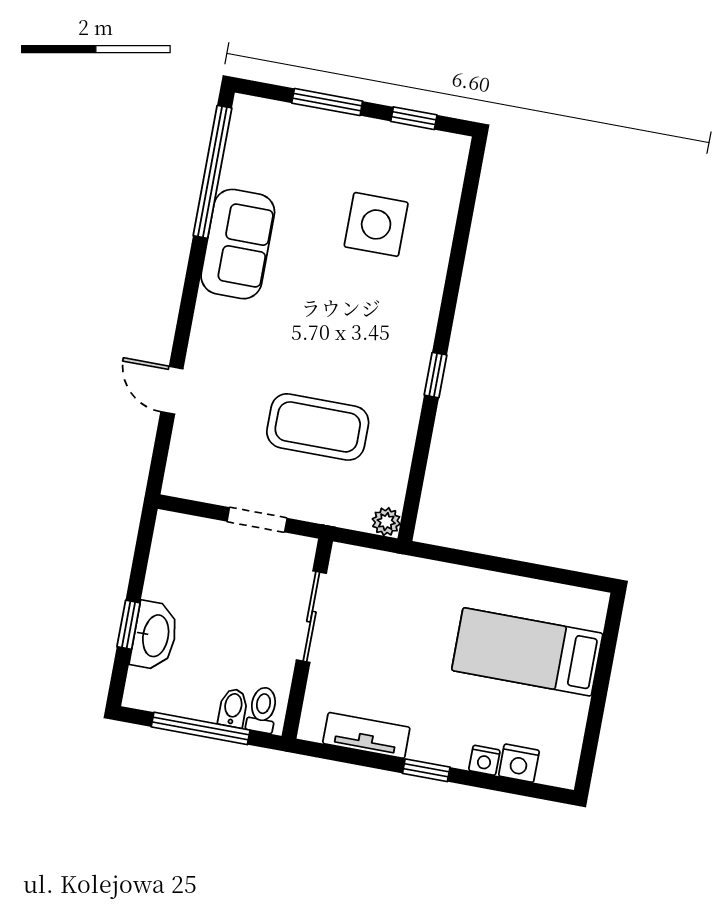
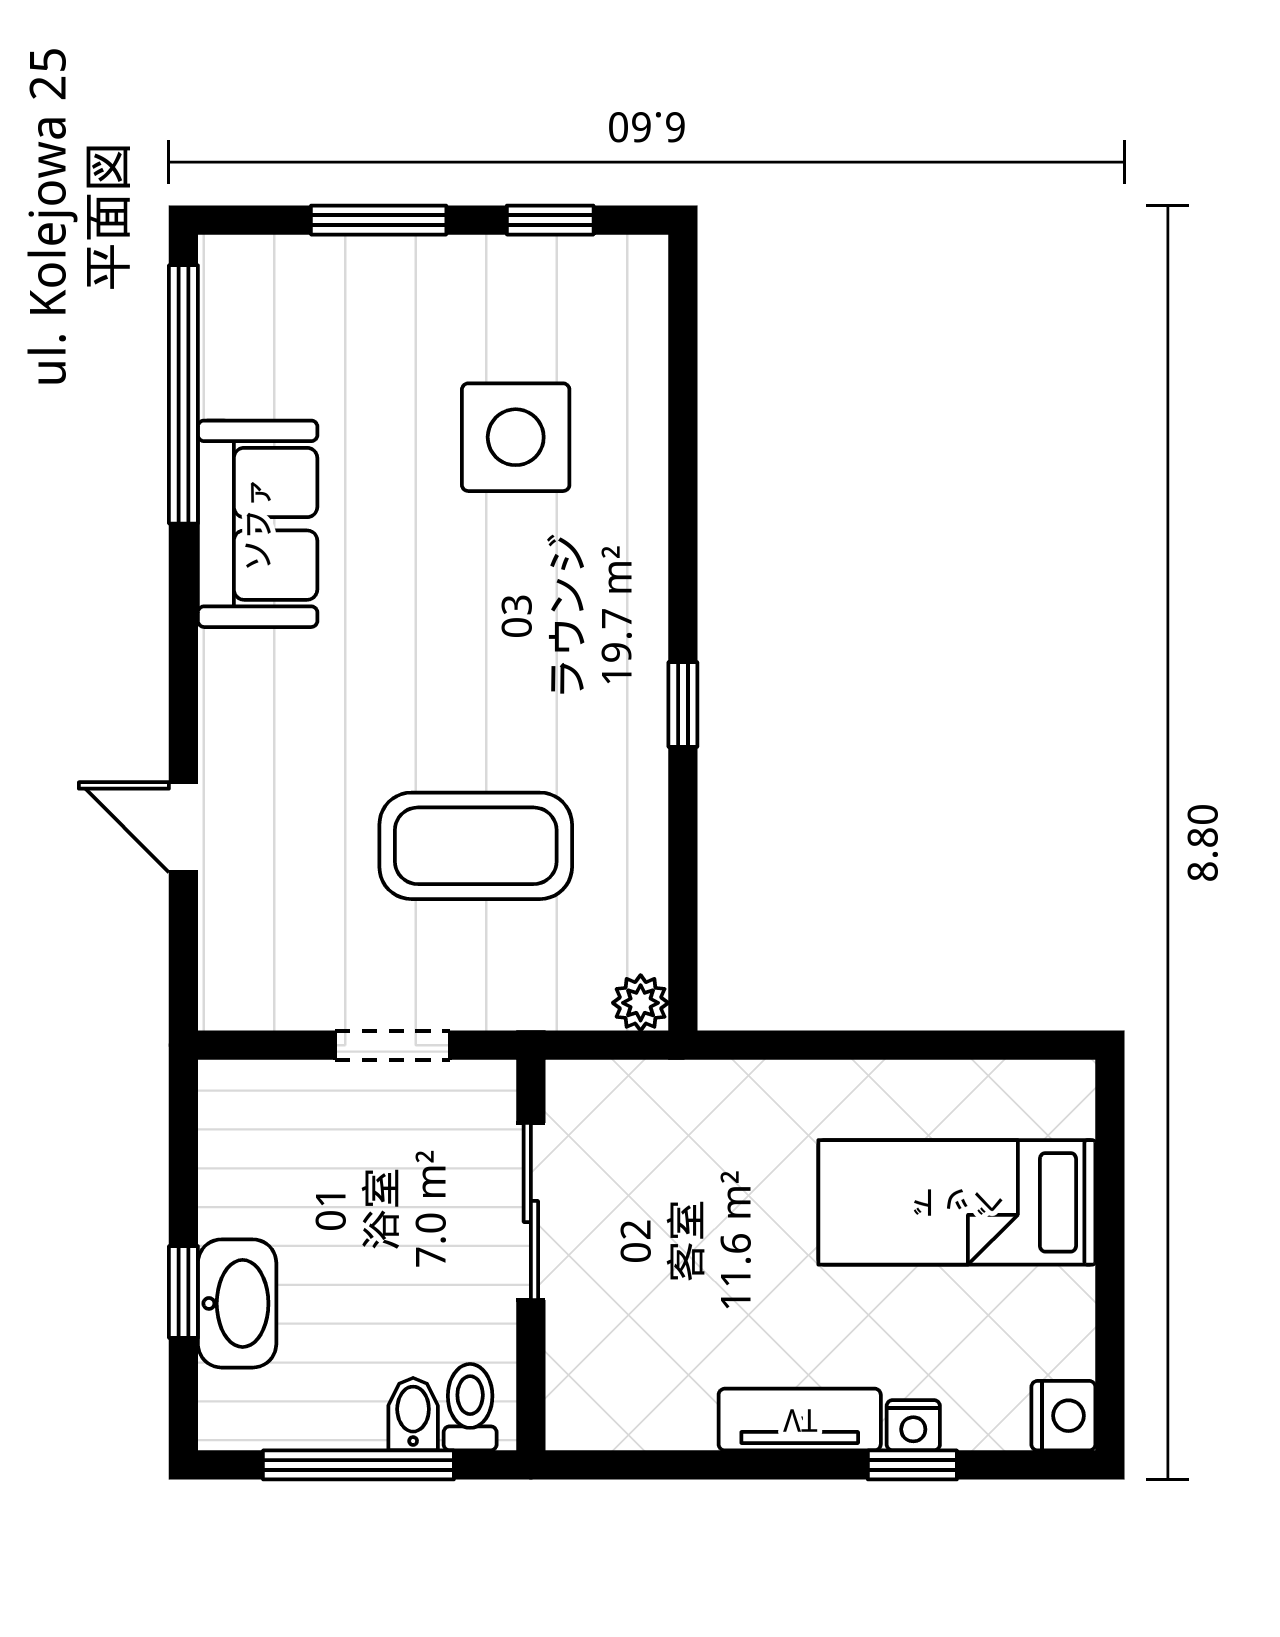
tv unit: (366, 735) -> (800, 1420), moved
nightstand: (519, 763) -> (1063, 1416), moved, turned -90
window: (426, 770) -> (912, 1465), moved

